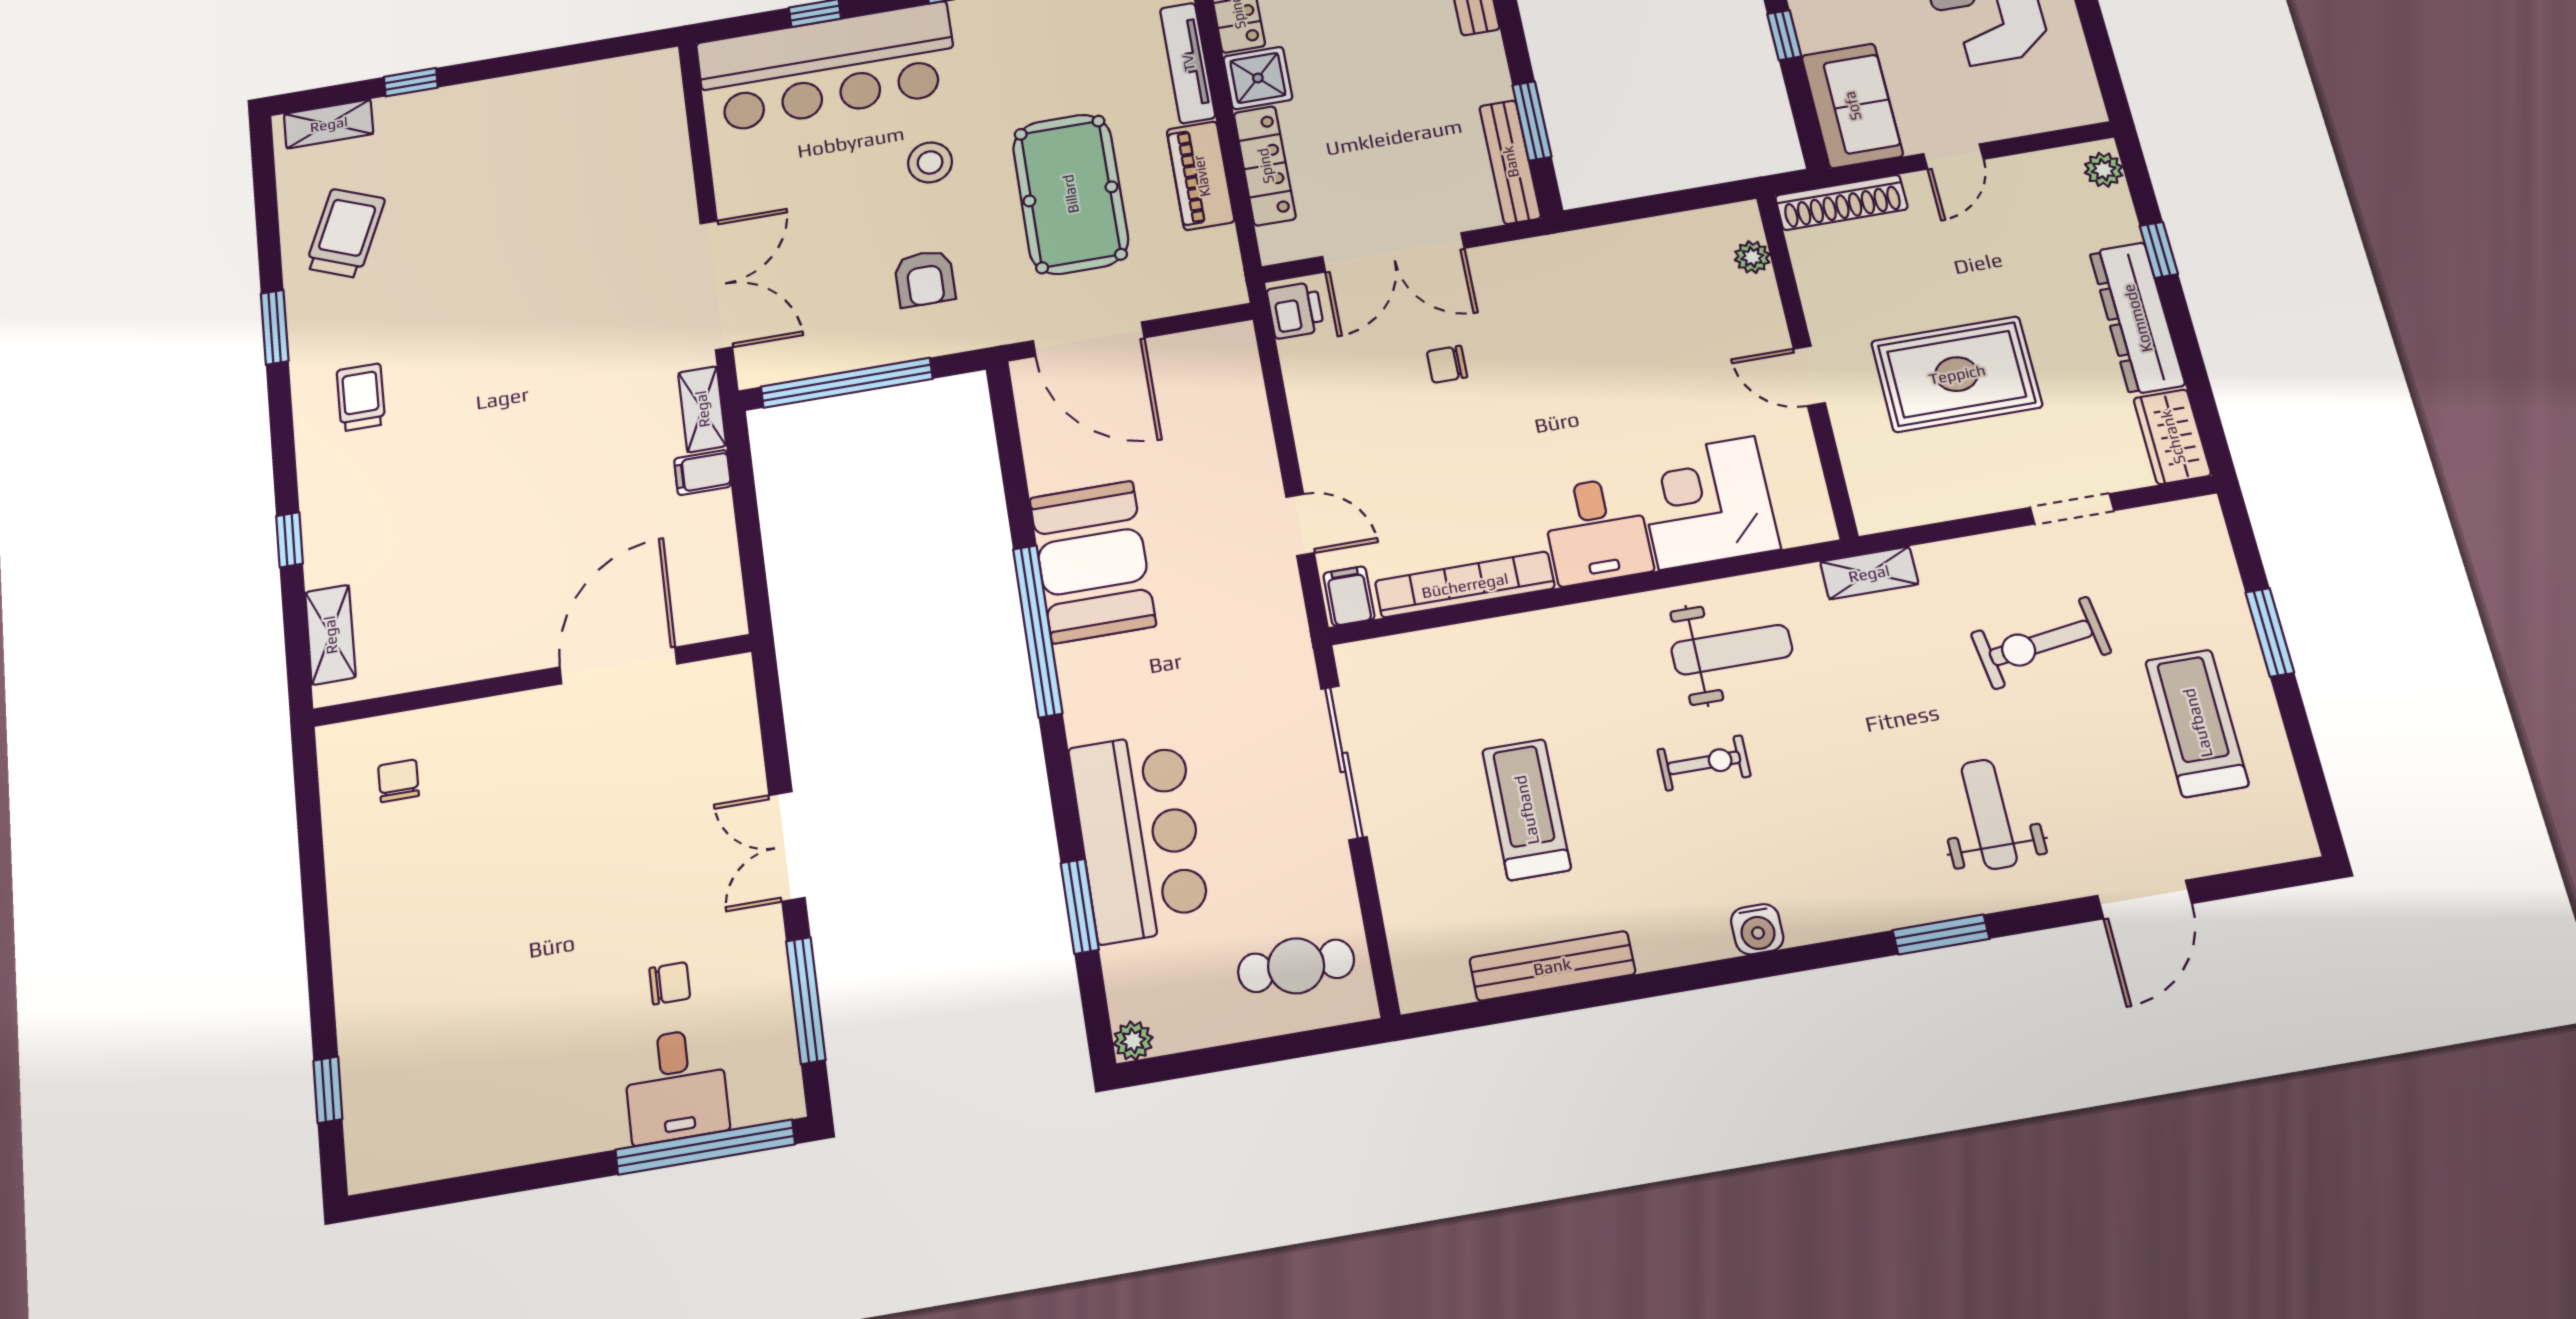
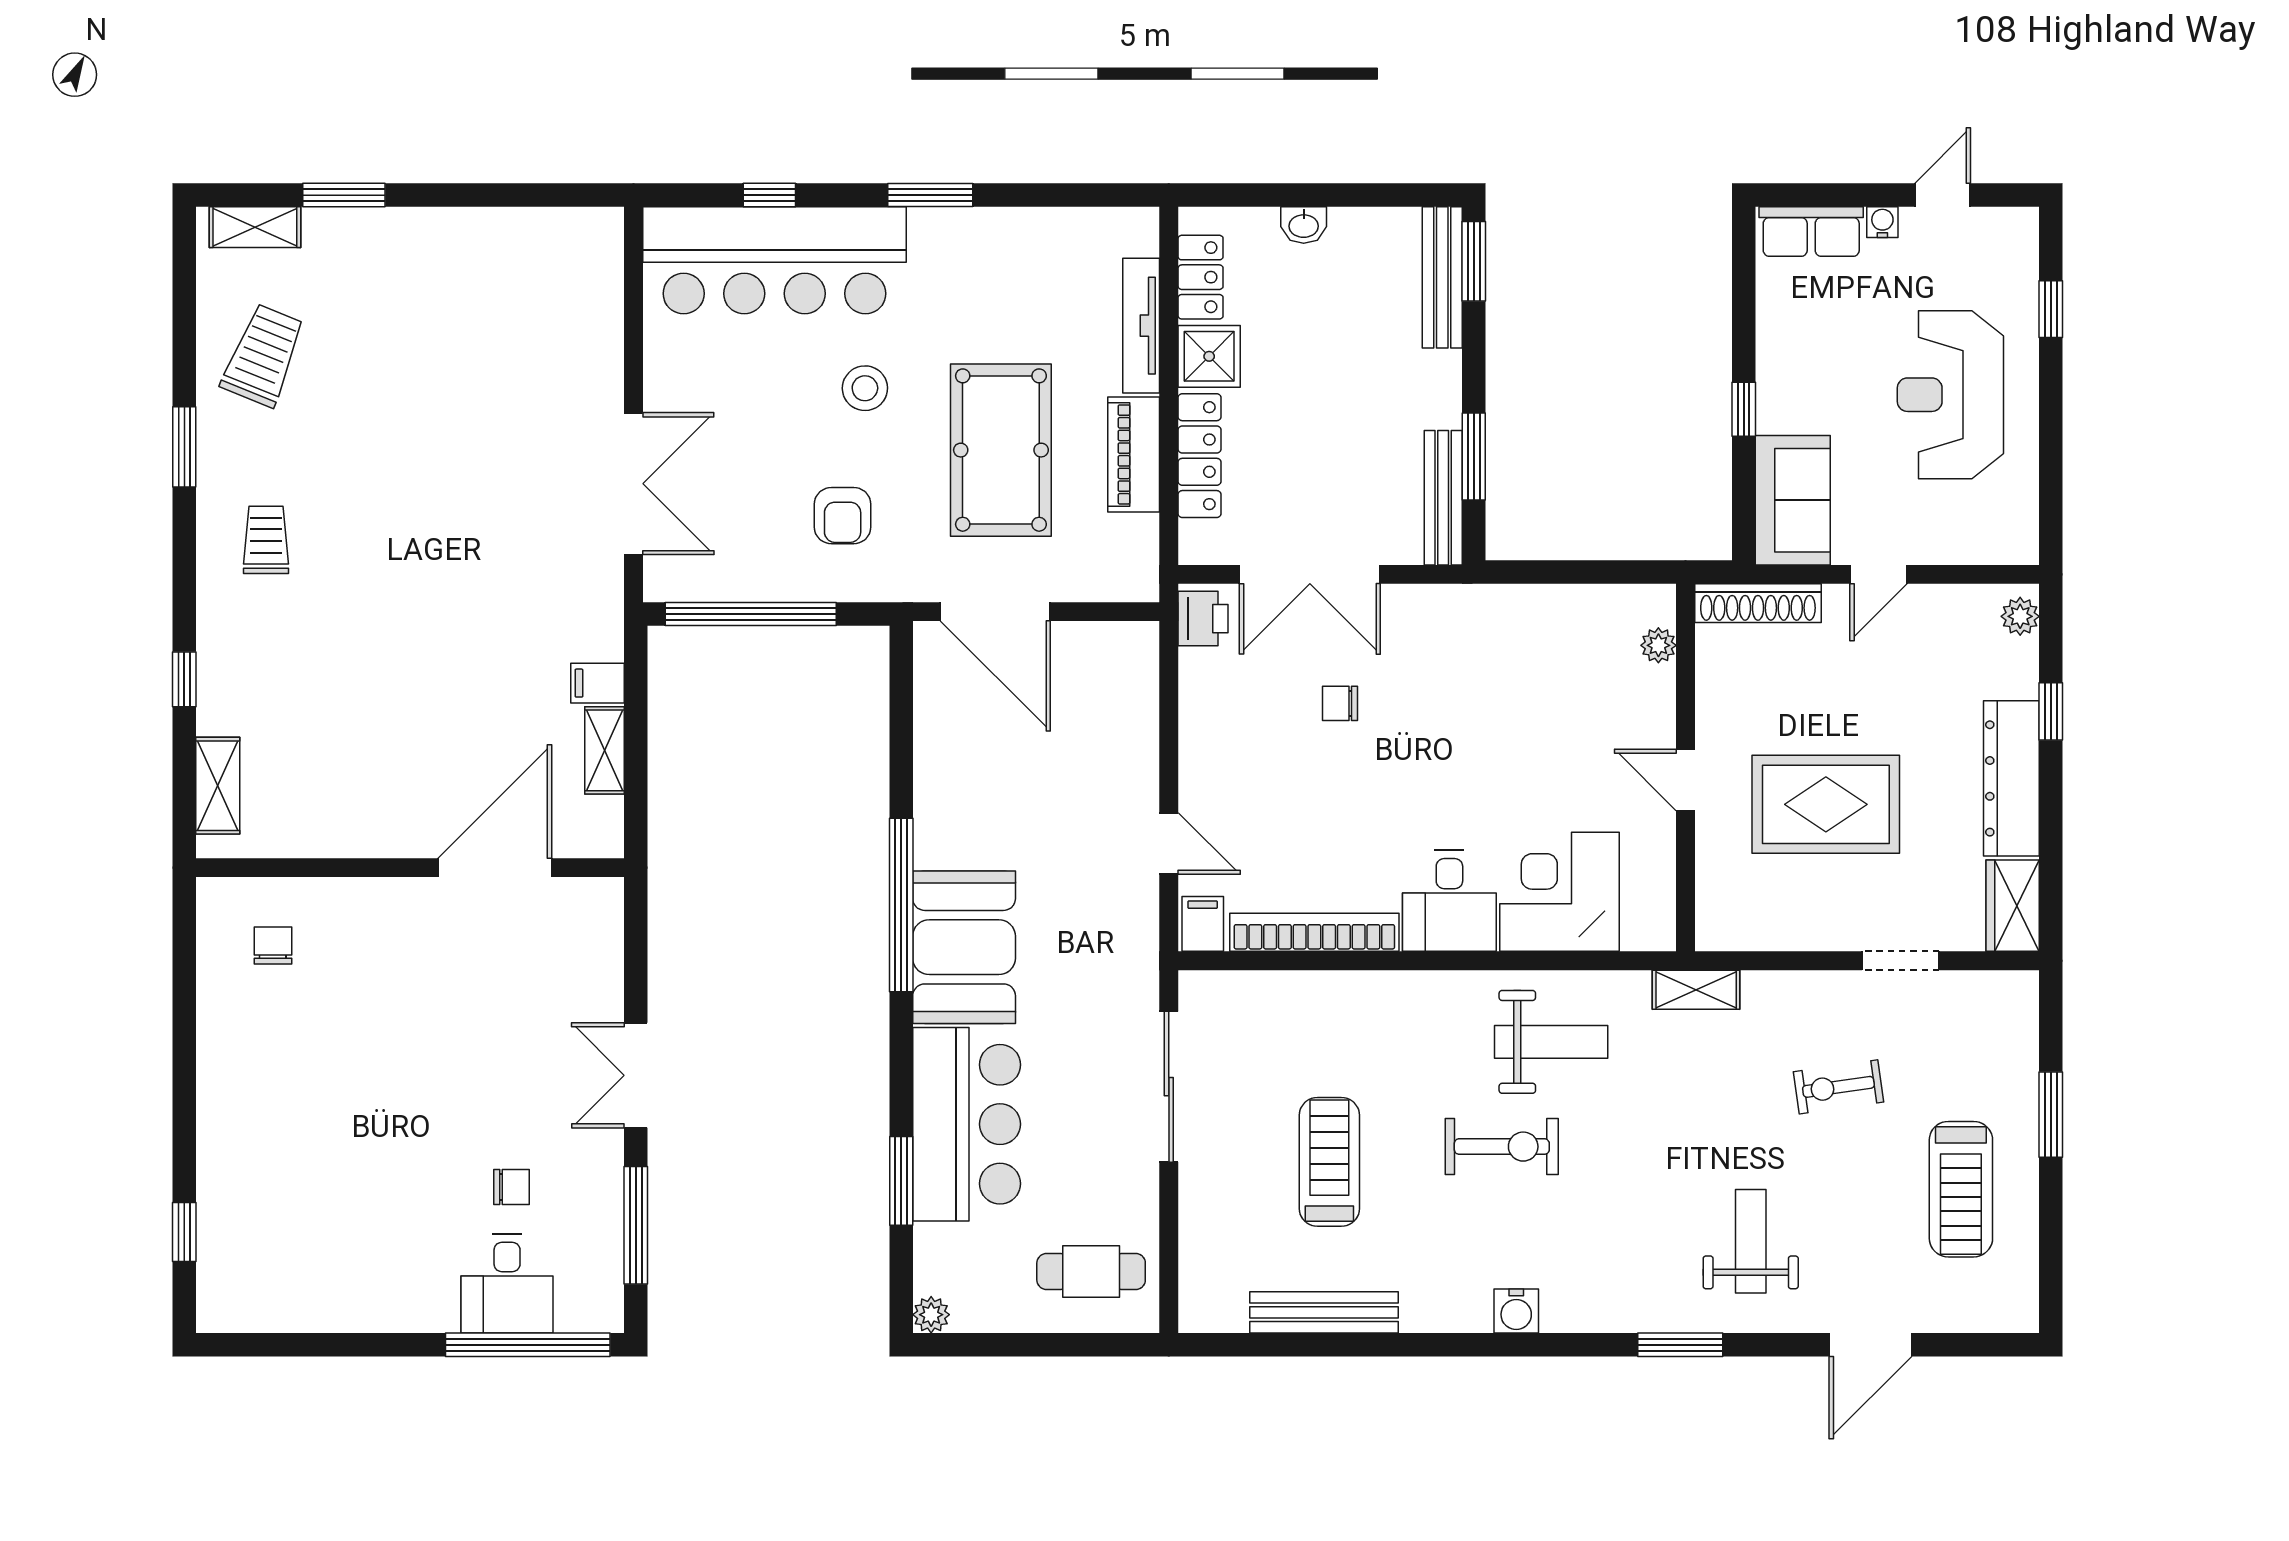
window: (411, 82) -> (344, 195), width x1.50
shelving: (702, 409) -> (605, 750), moved
booth: (1093, 562) -> (964, 947), moved
exercise bike: (2041, 643) -> (1838, 1087), width x0.73, depth x0.72
treadmill: (2197, 723) -> (1961, 1189), turned 180
exercise bike: (1704, 763) -> (1502, 1147), width x1.38, depth x1.39

